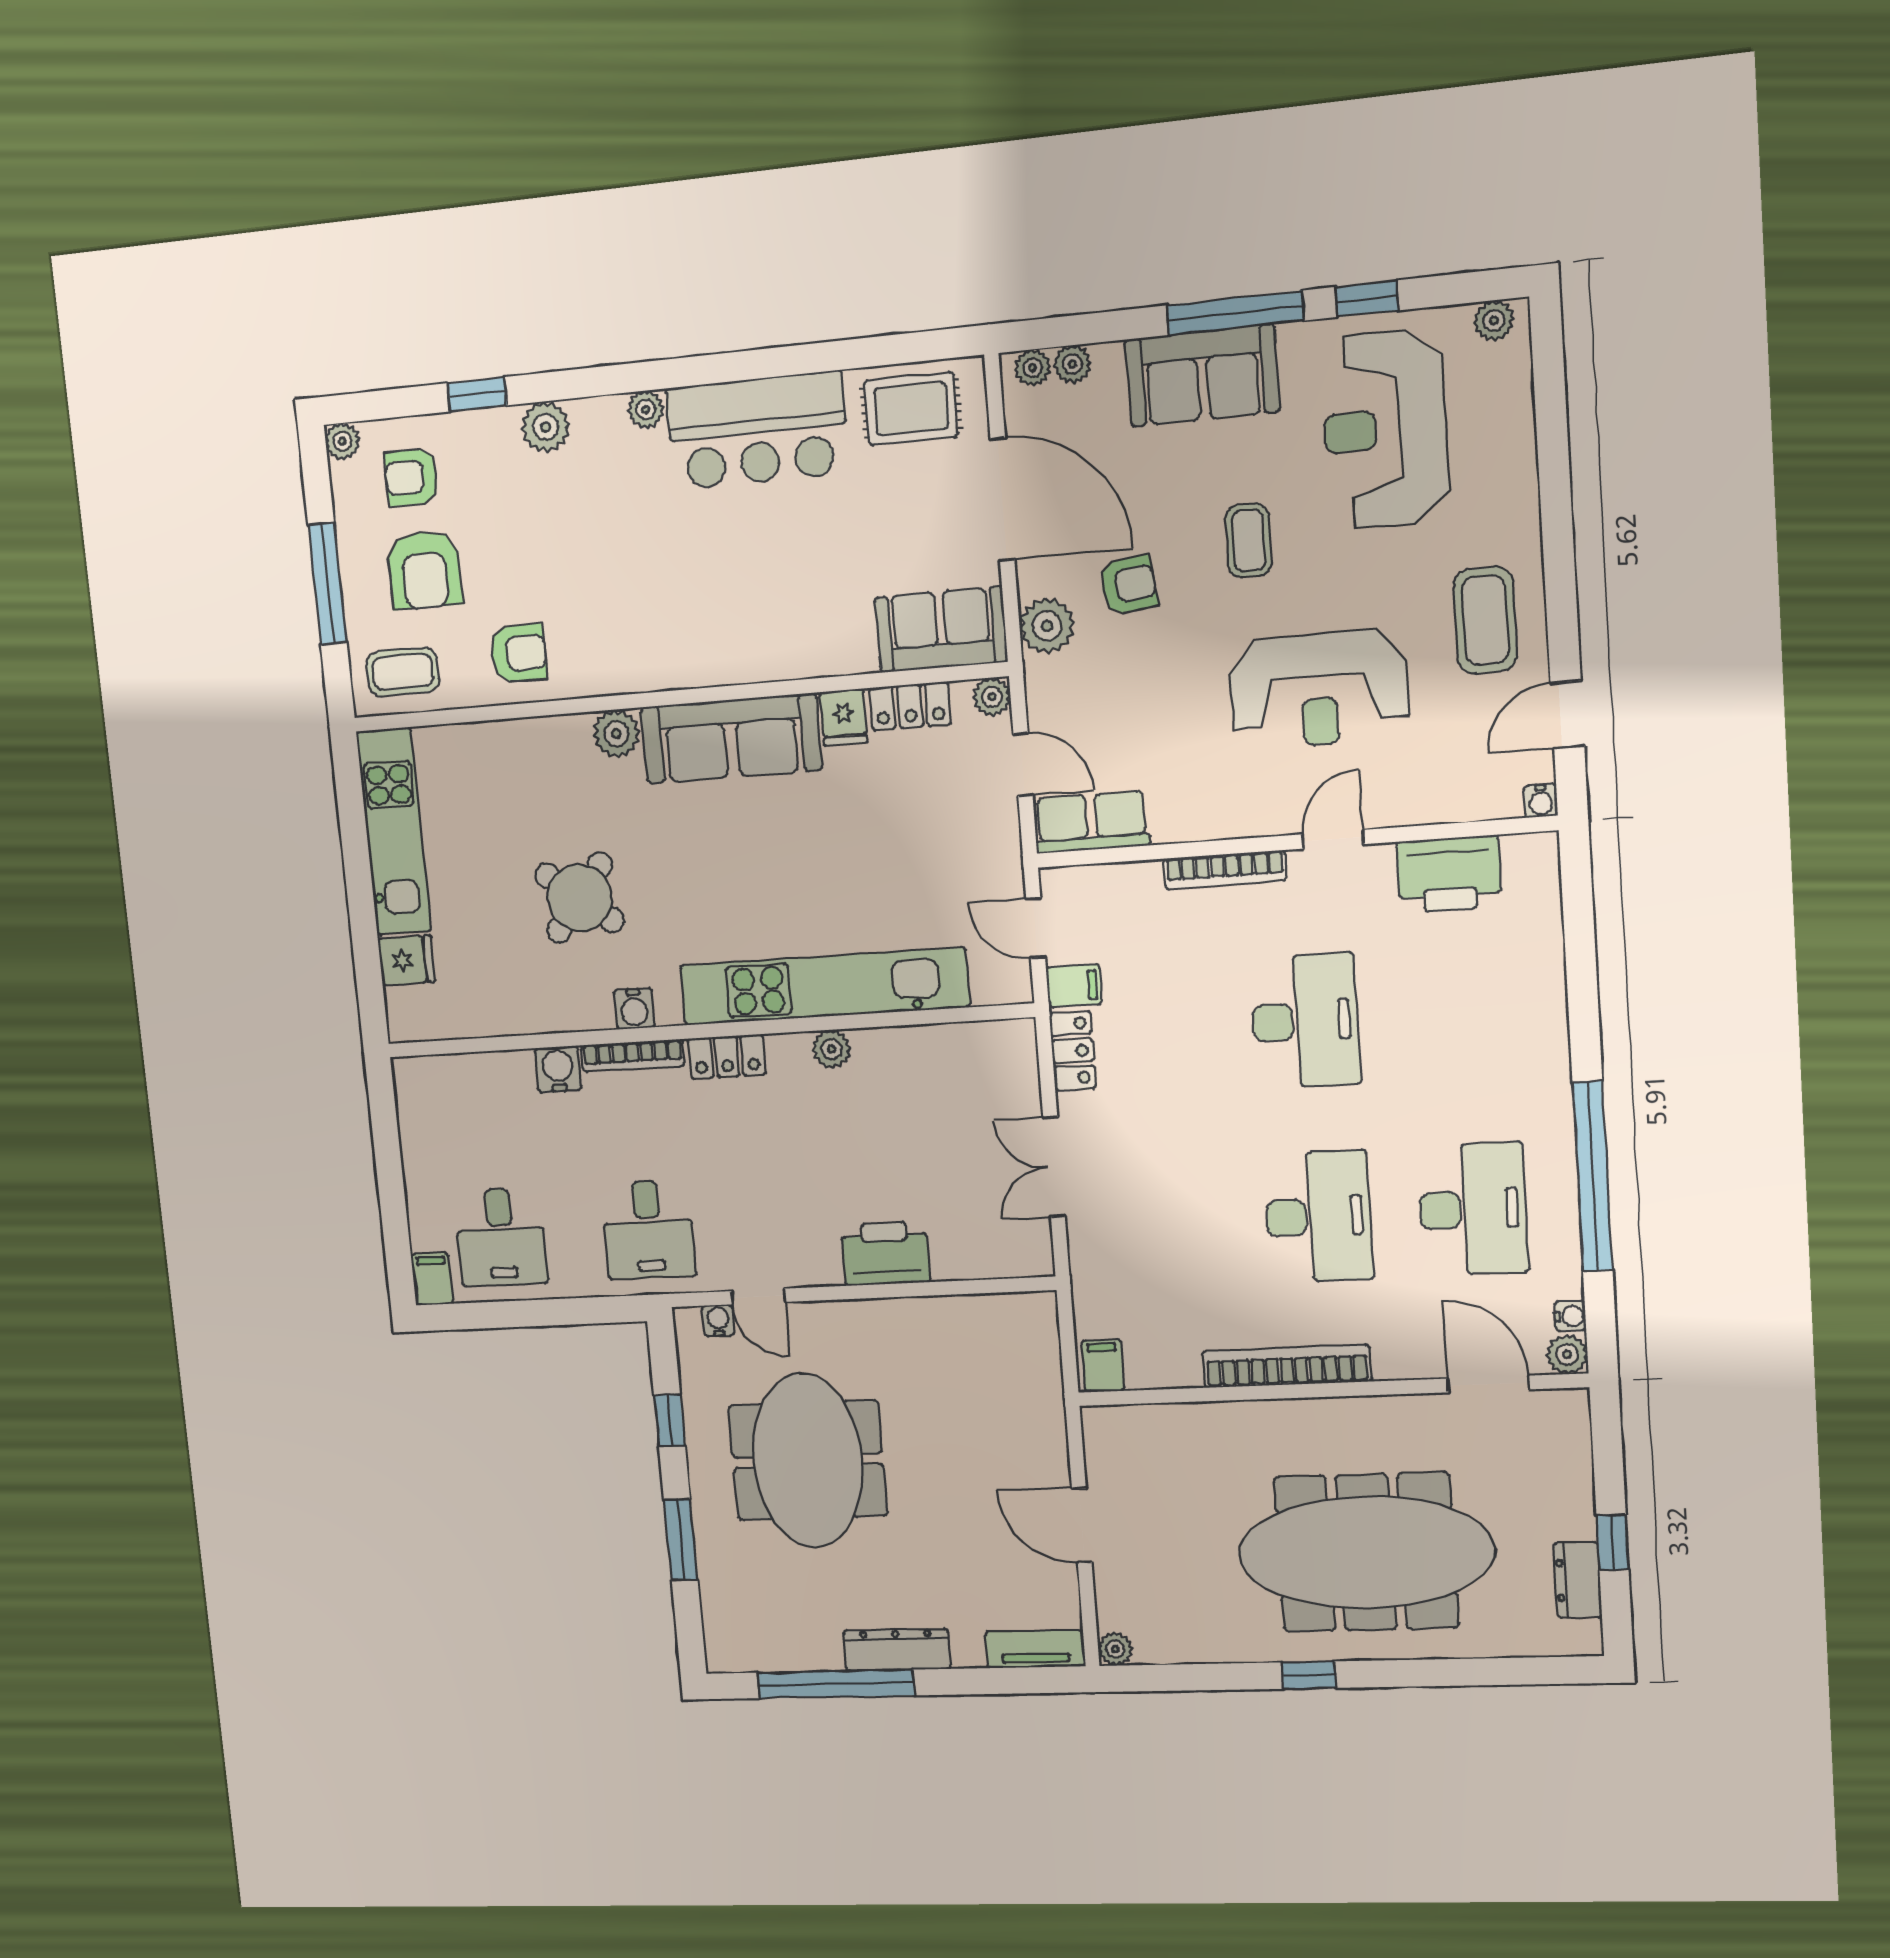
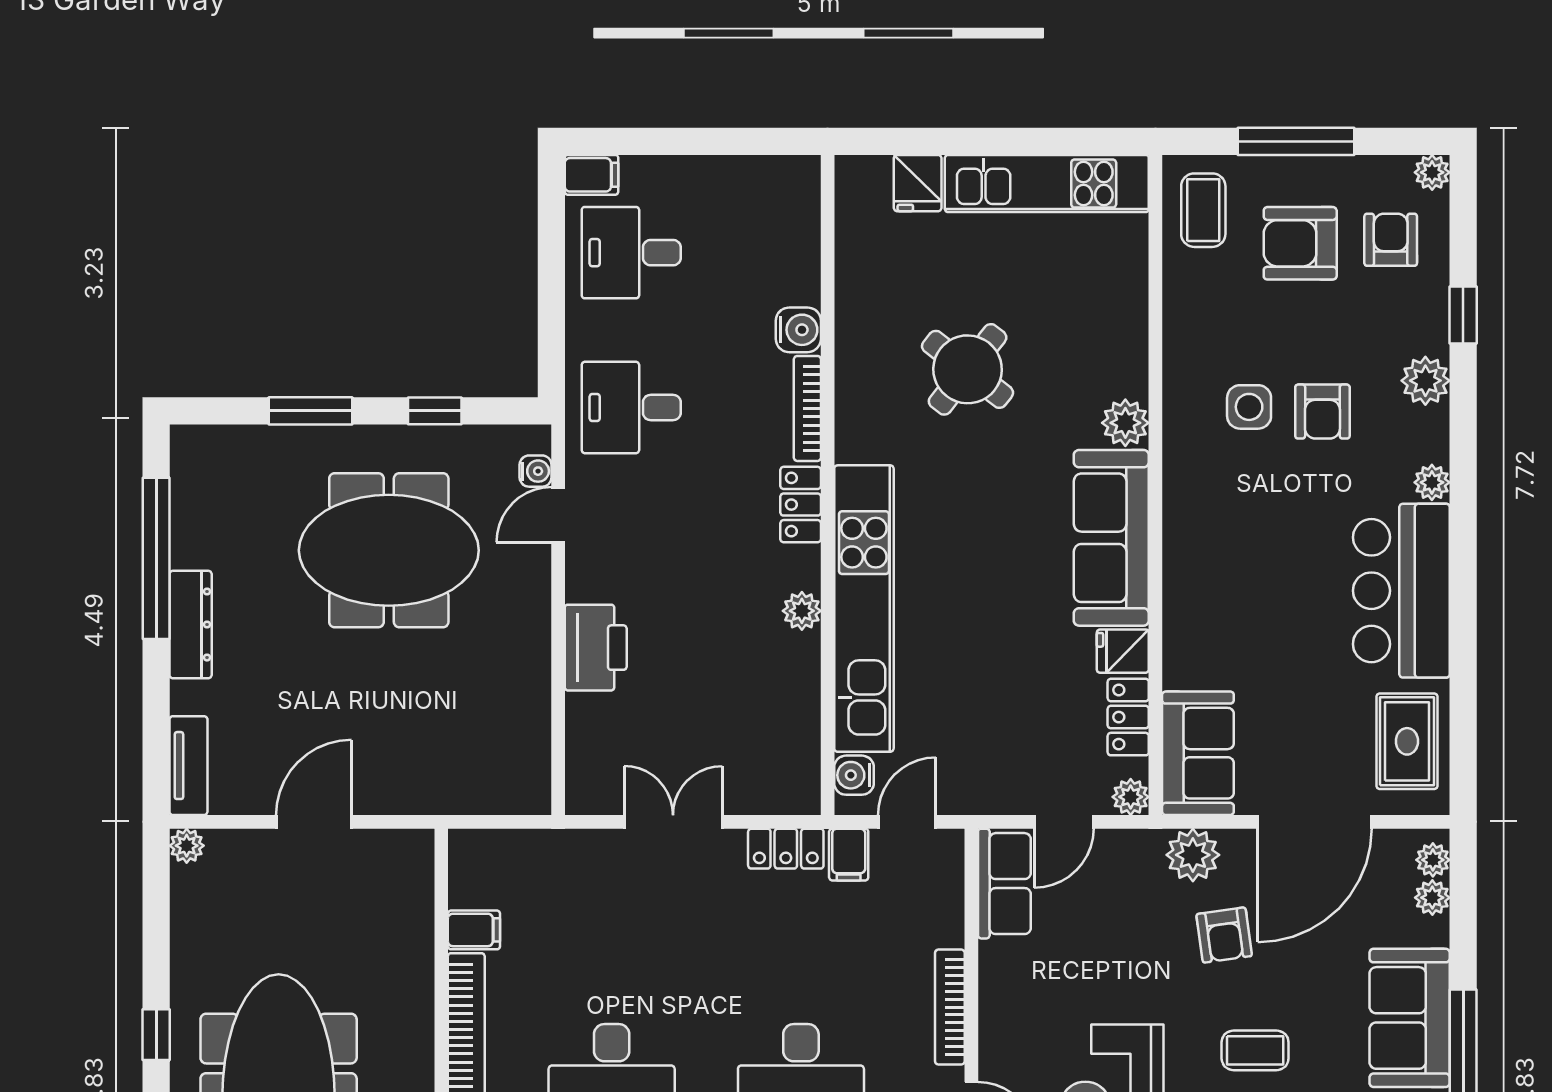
side table: (589, 608) -> (1249, 407), added
armchair: (519, 653) -> (1322, 412), moved
water cooler: (634, 1009) -> (854, 775), moved
filing cabinet: (1103, 1366) -> (474, 930), moved

